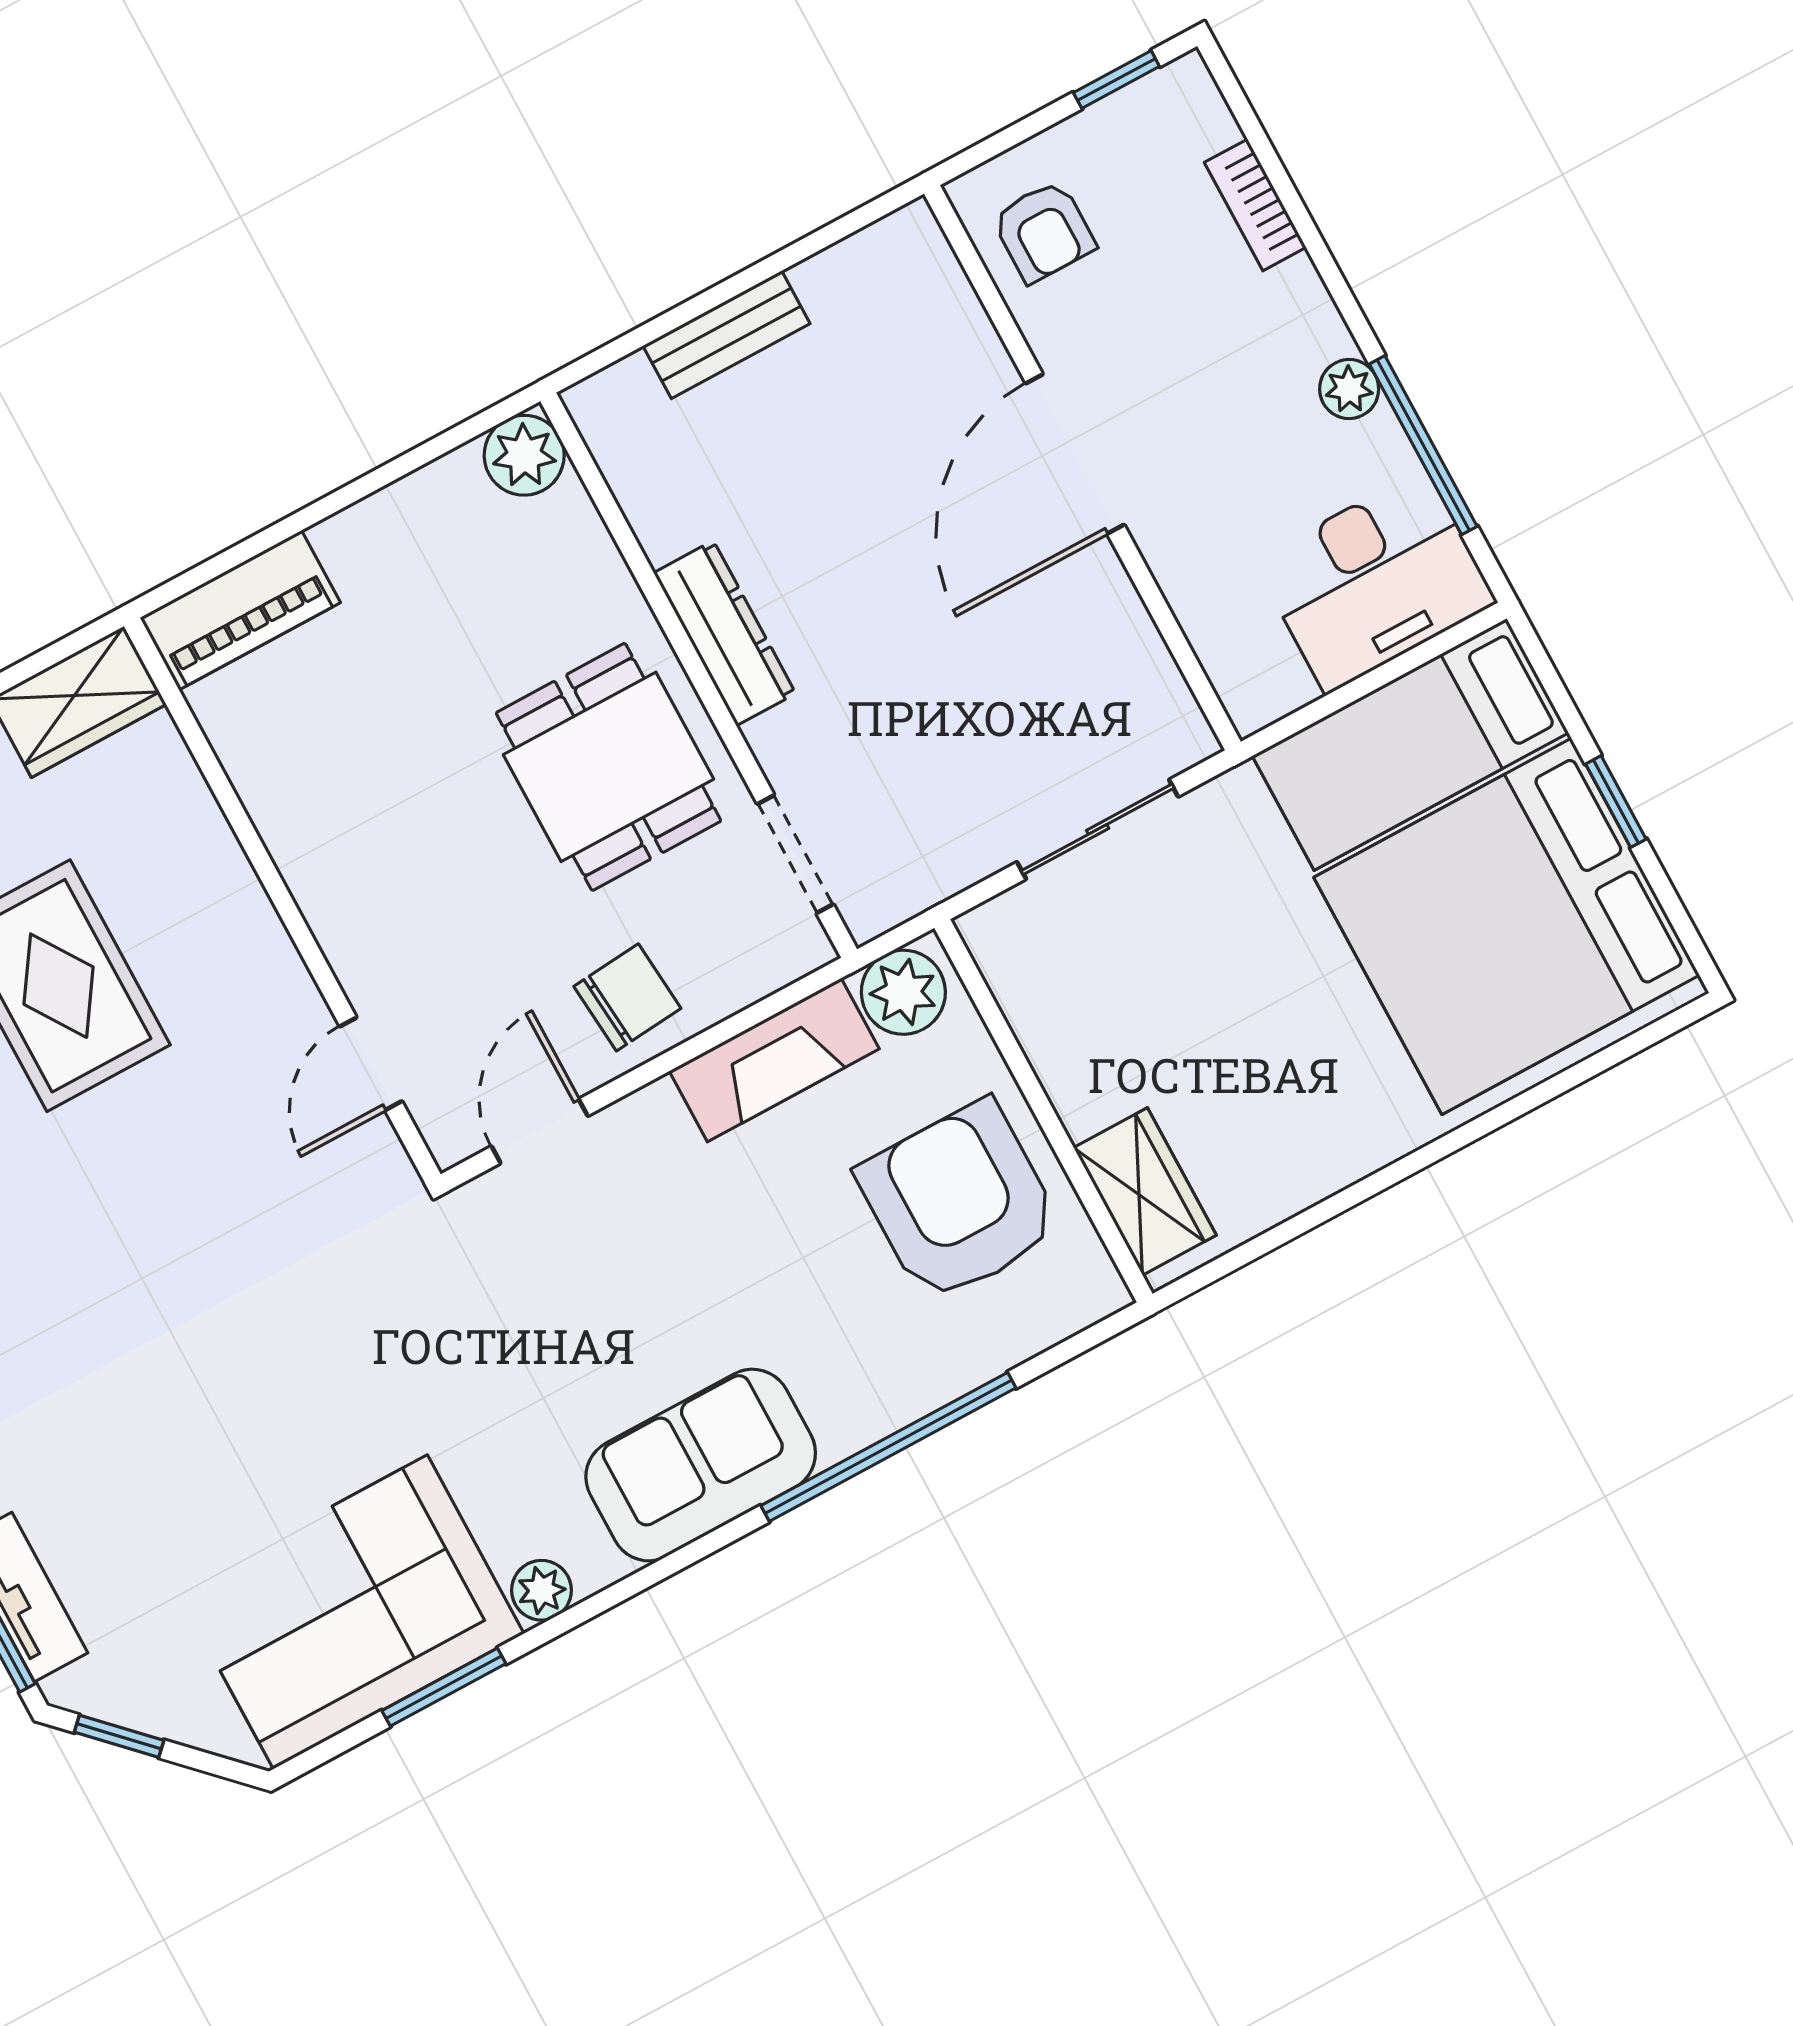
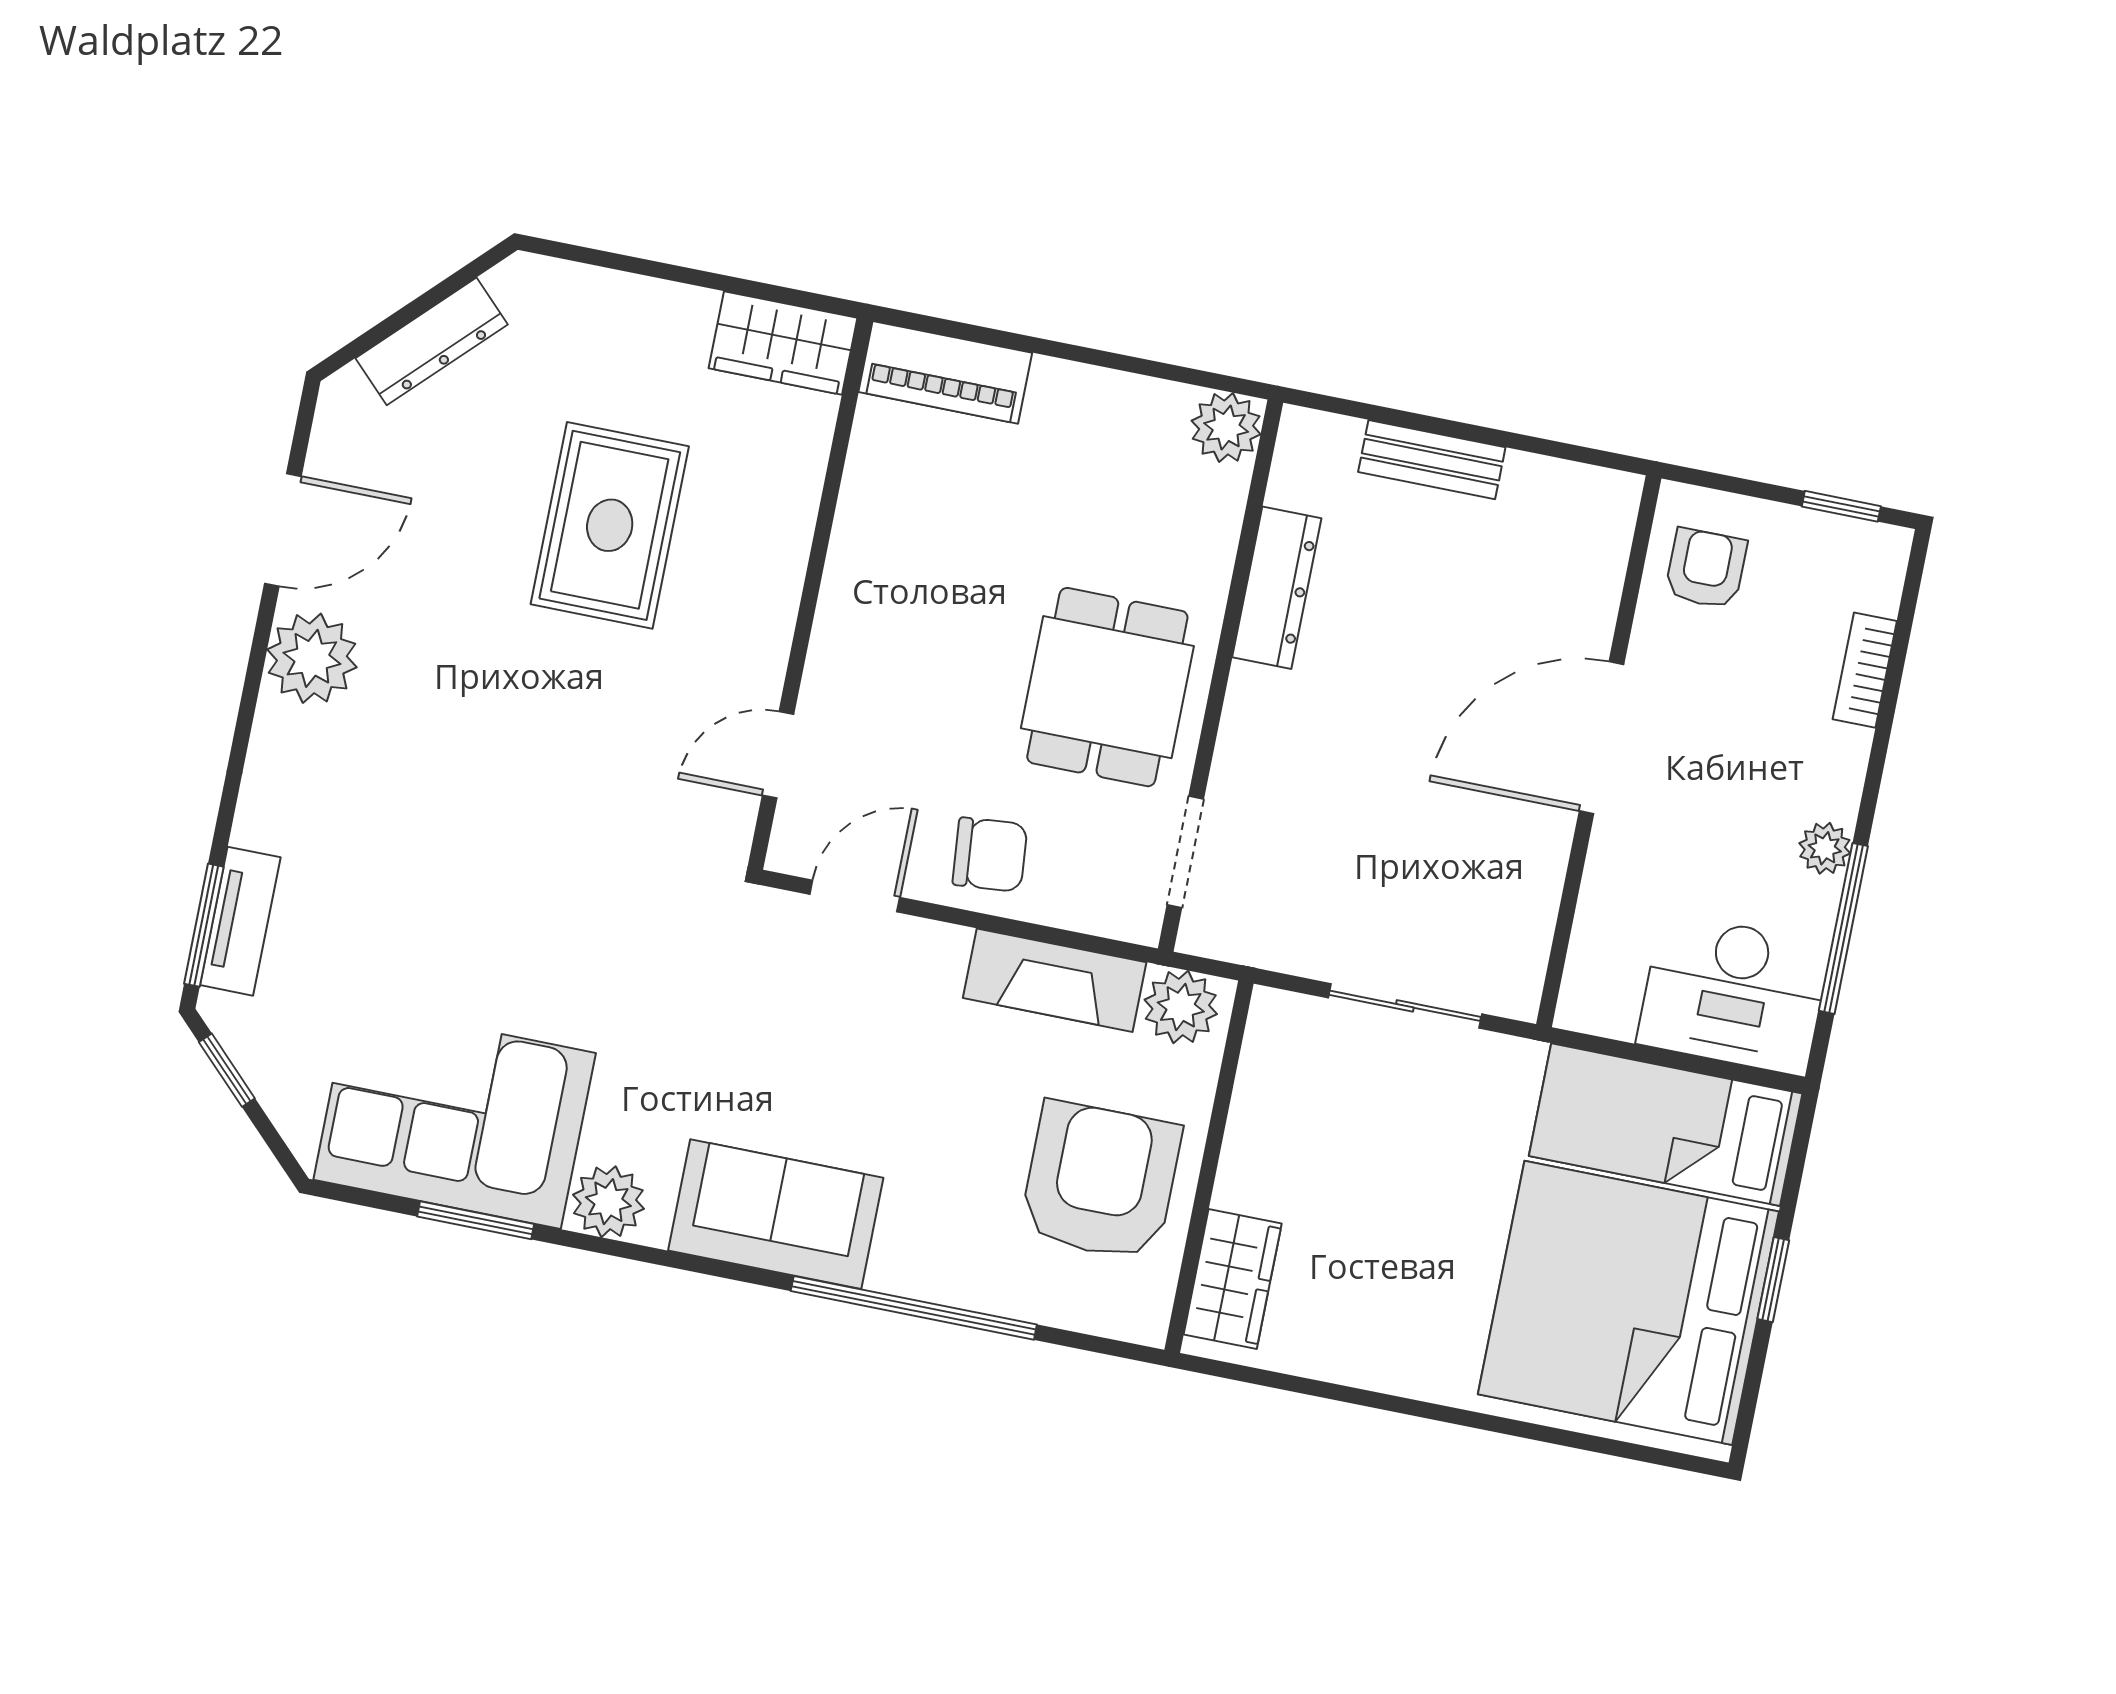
armchair: (1044, 231) -> (1706, 569), turned 180
dresser: (725, 633) -> (1277, 588), moved
plant: (542, 1590) -> (608, 1202), width x1.38, depth x1.38

